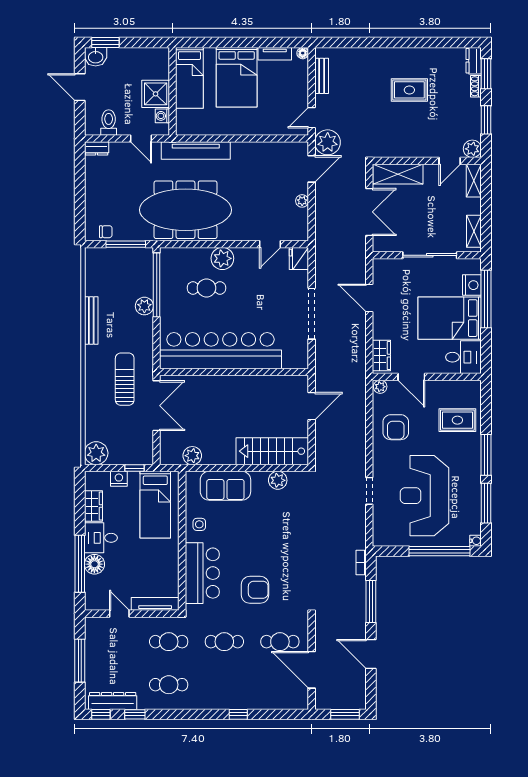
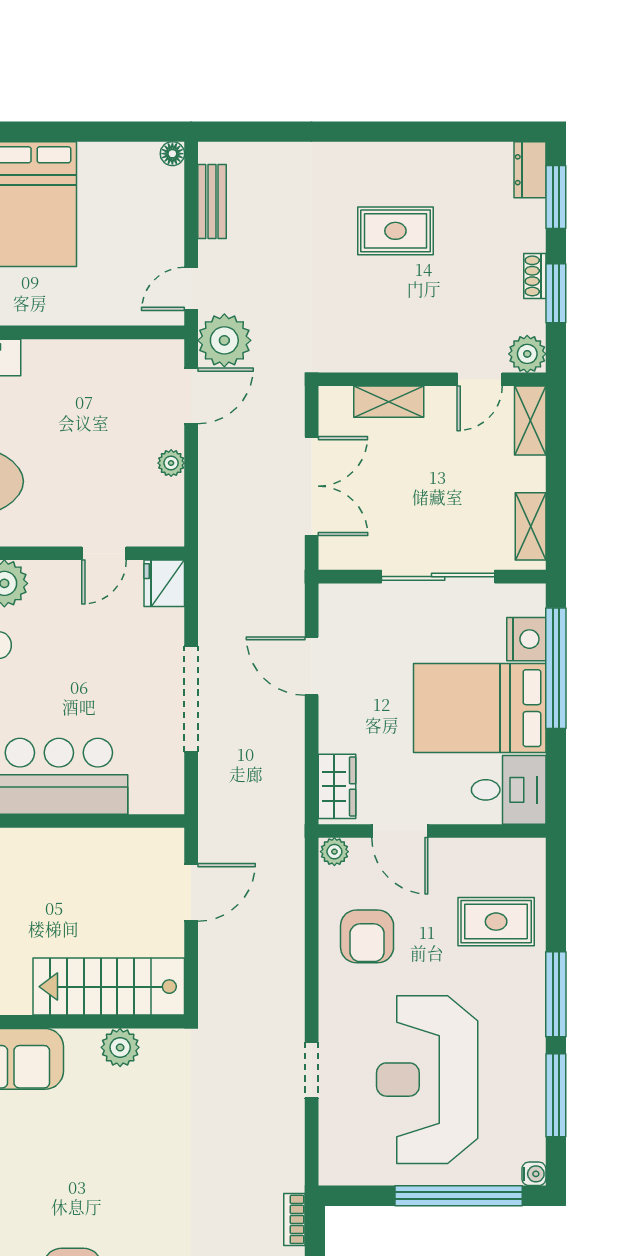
tv unit: (275, 54) -> (114, 155), removed
shoe rack: (476, 86) -> (535, 276), moved
shelving: (398, 174) -> (389, 402), width x0.67, depth x0.75

